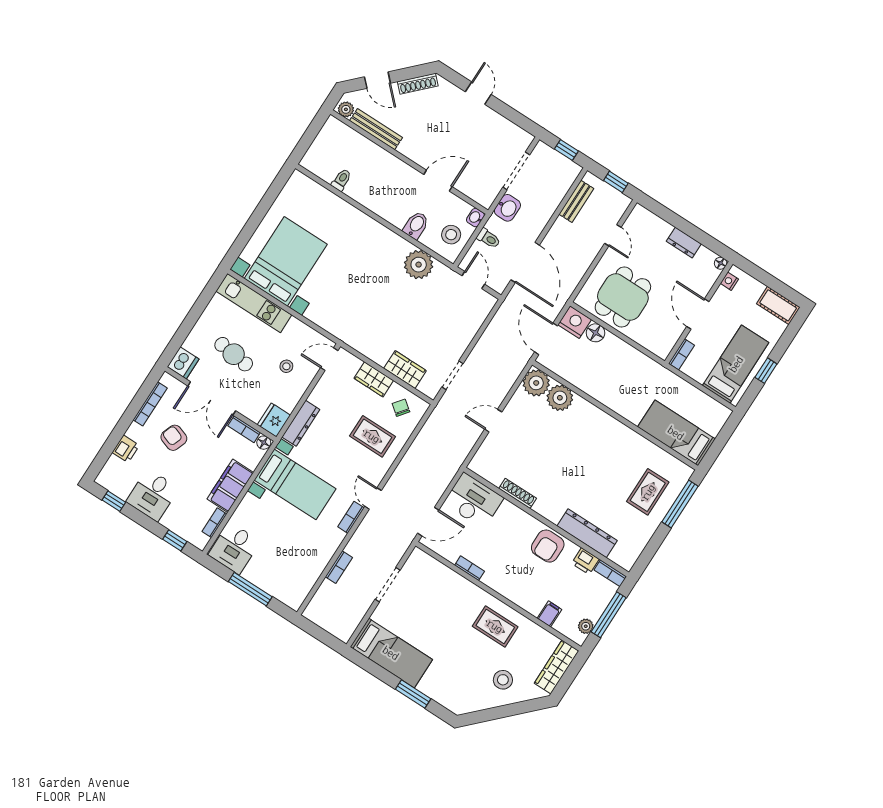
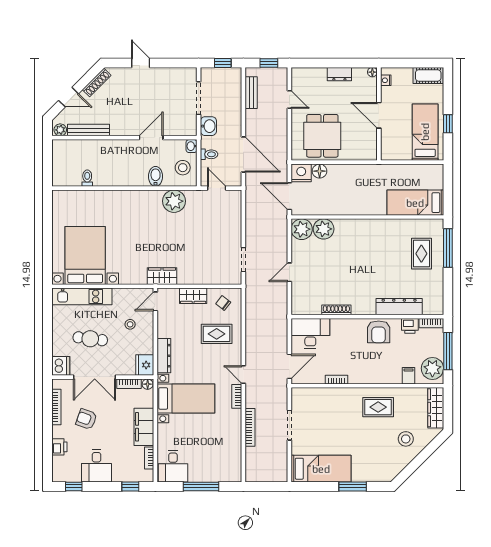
bookcase: (682, 354) -> (385, 149), removed
wardrobe: (405, 370) -> (162, 276), moved
bookcase: (339, 567) -> (250, 427), width x1.56
plant: (586, 626) -> (432, 368), width x1.87, depth x1.87

